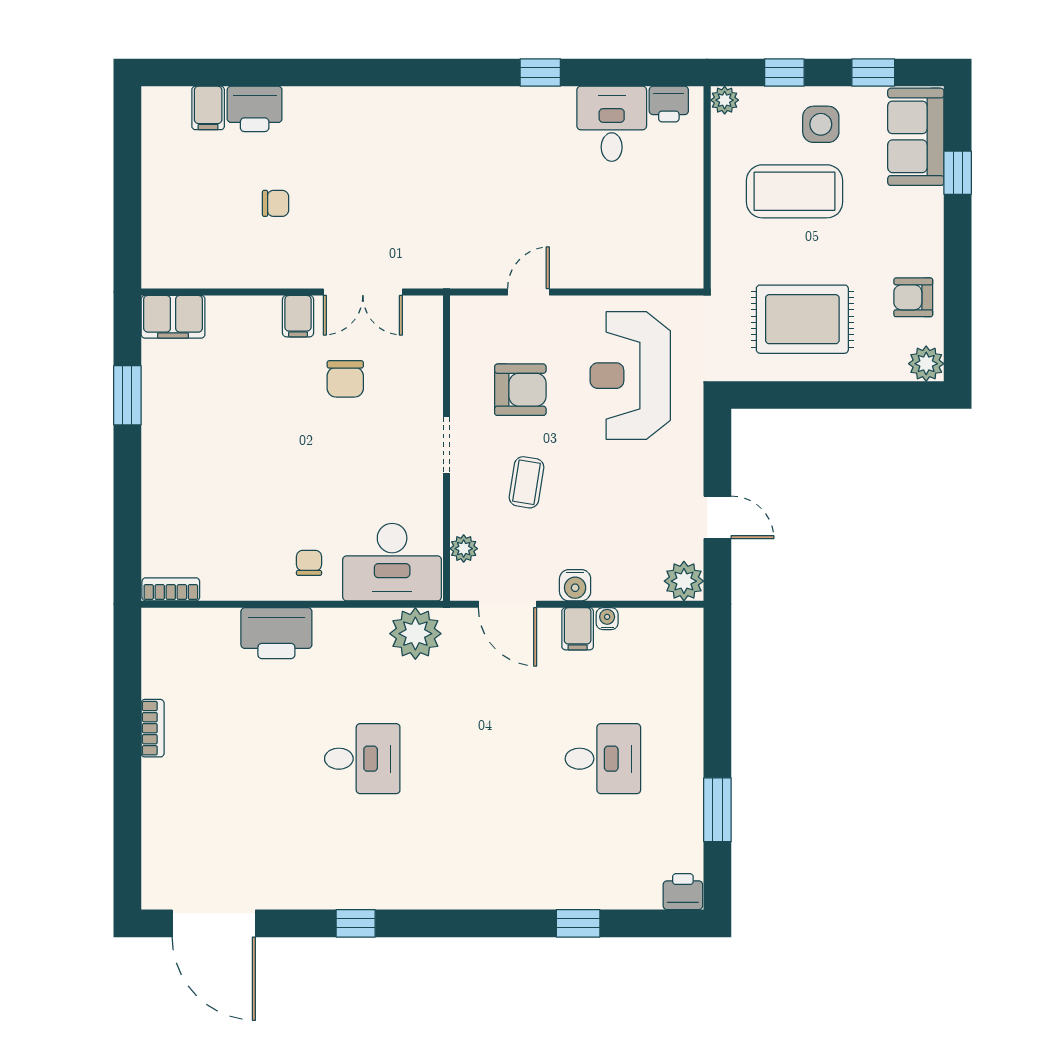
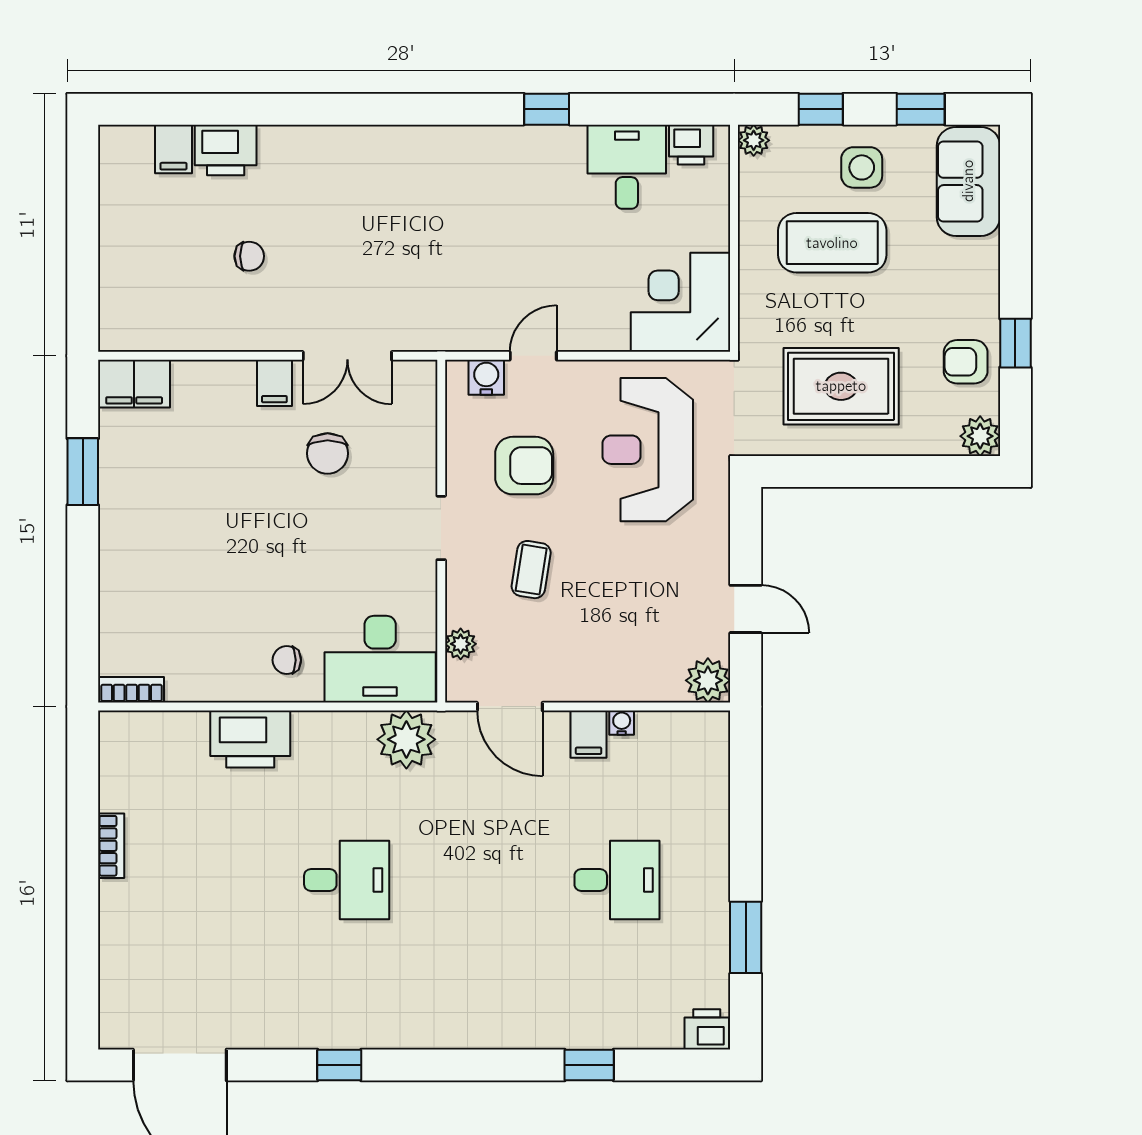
window: (958, 173) -> (1015, 343), moved
corner desk: (660, 244) -> (681, 302), added
chair: (309, 563) -> (287, 660), turned -90
water cooler: (575, 585) -> (486, 377), moved, turned 180

